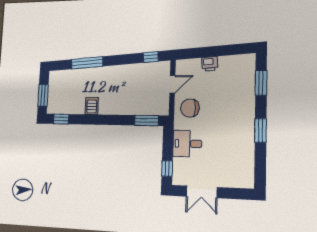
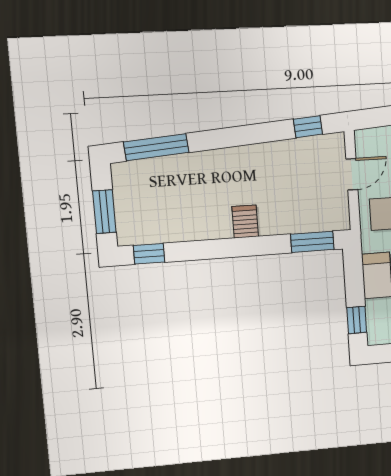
window: (87, 63) -> (156, 147), moved
server rack: (92, 106) -> (245, 222), moved

